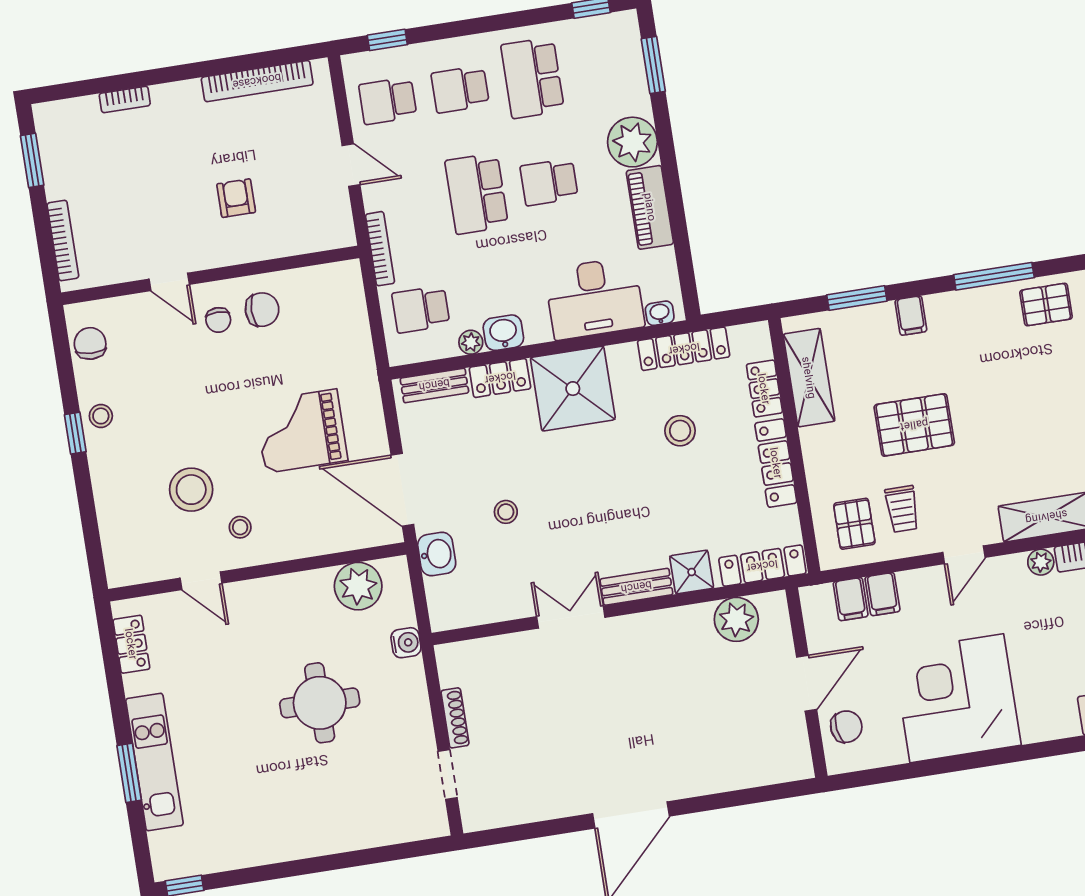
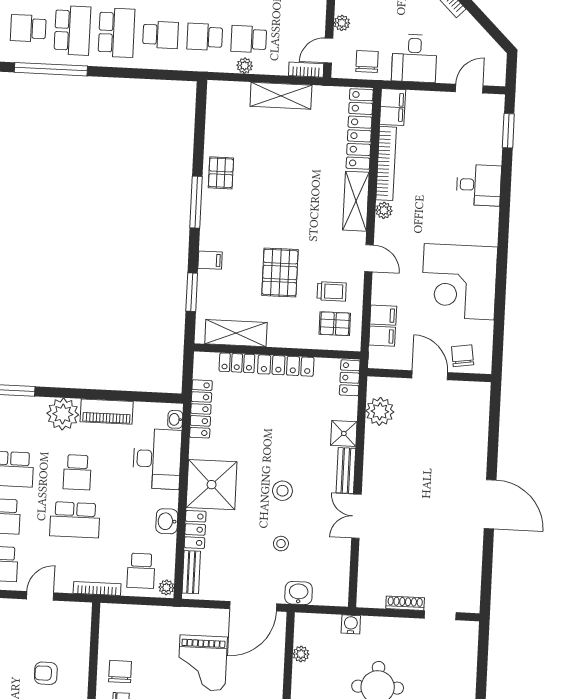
plant: (471, 342) -> (166, 587), moved
stool: (680, 431) -> (282, 491), moved
locker: (762, 566) -> (350, 378), width x0.66
plant: (358, 586) -> (301, 654), width x0.53, depth x0.53

